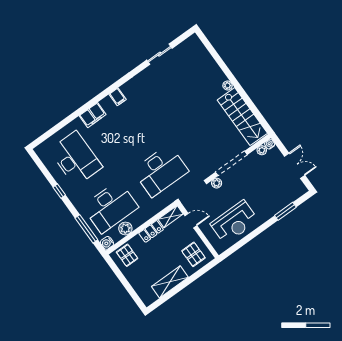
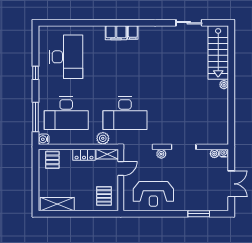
filing cabinet: (93, 115) -> (116, 33), moved
stairs: (242, 117) -> (218, 52), moved
doorway: (231, 163) -> (184, 147), width x0.73
door: (191, 221) -> (121, 168), hinge flipped
plant: (125, 228) -> (103, 138), moved
shelving: (170, 282) -> (57, 204), moved

